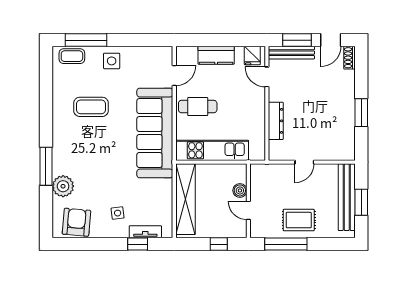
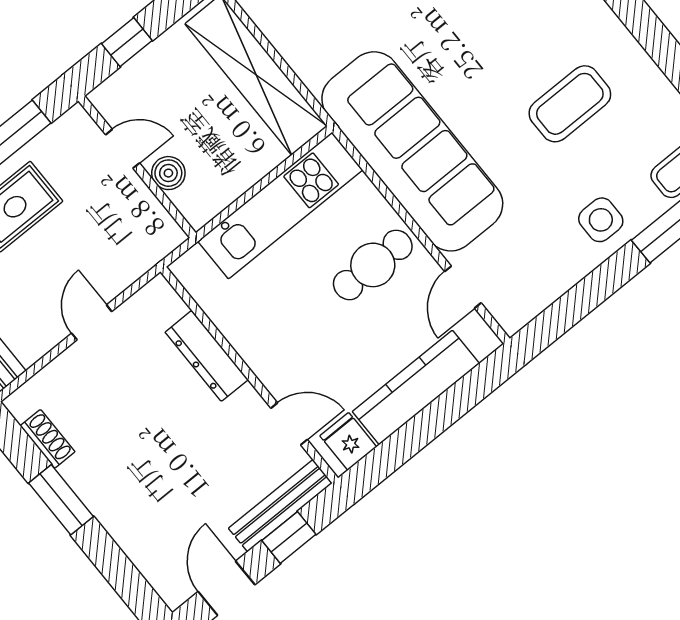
window: (297, 40) -> (289, 537), width x0.67
kitchen counter: (216, 55) -> (416, 387), width x1.50
shoe rack: (349, 58) -> (48, 439), moved

